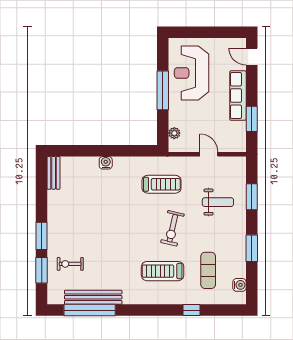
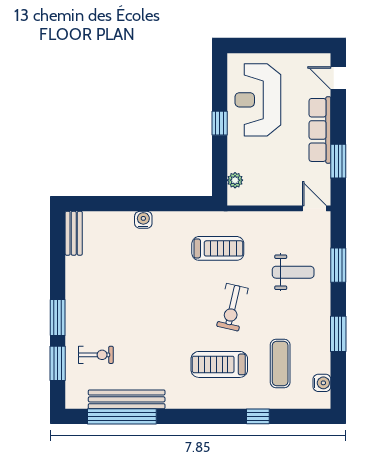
window: (163, 90) -> (220, 123), width x0.46
door: (209, 154) -> (314, 208), moved
exercise bike: (70, 264) -> (96, 355), turned 180

